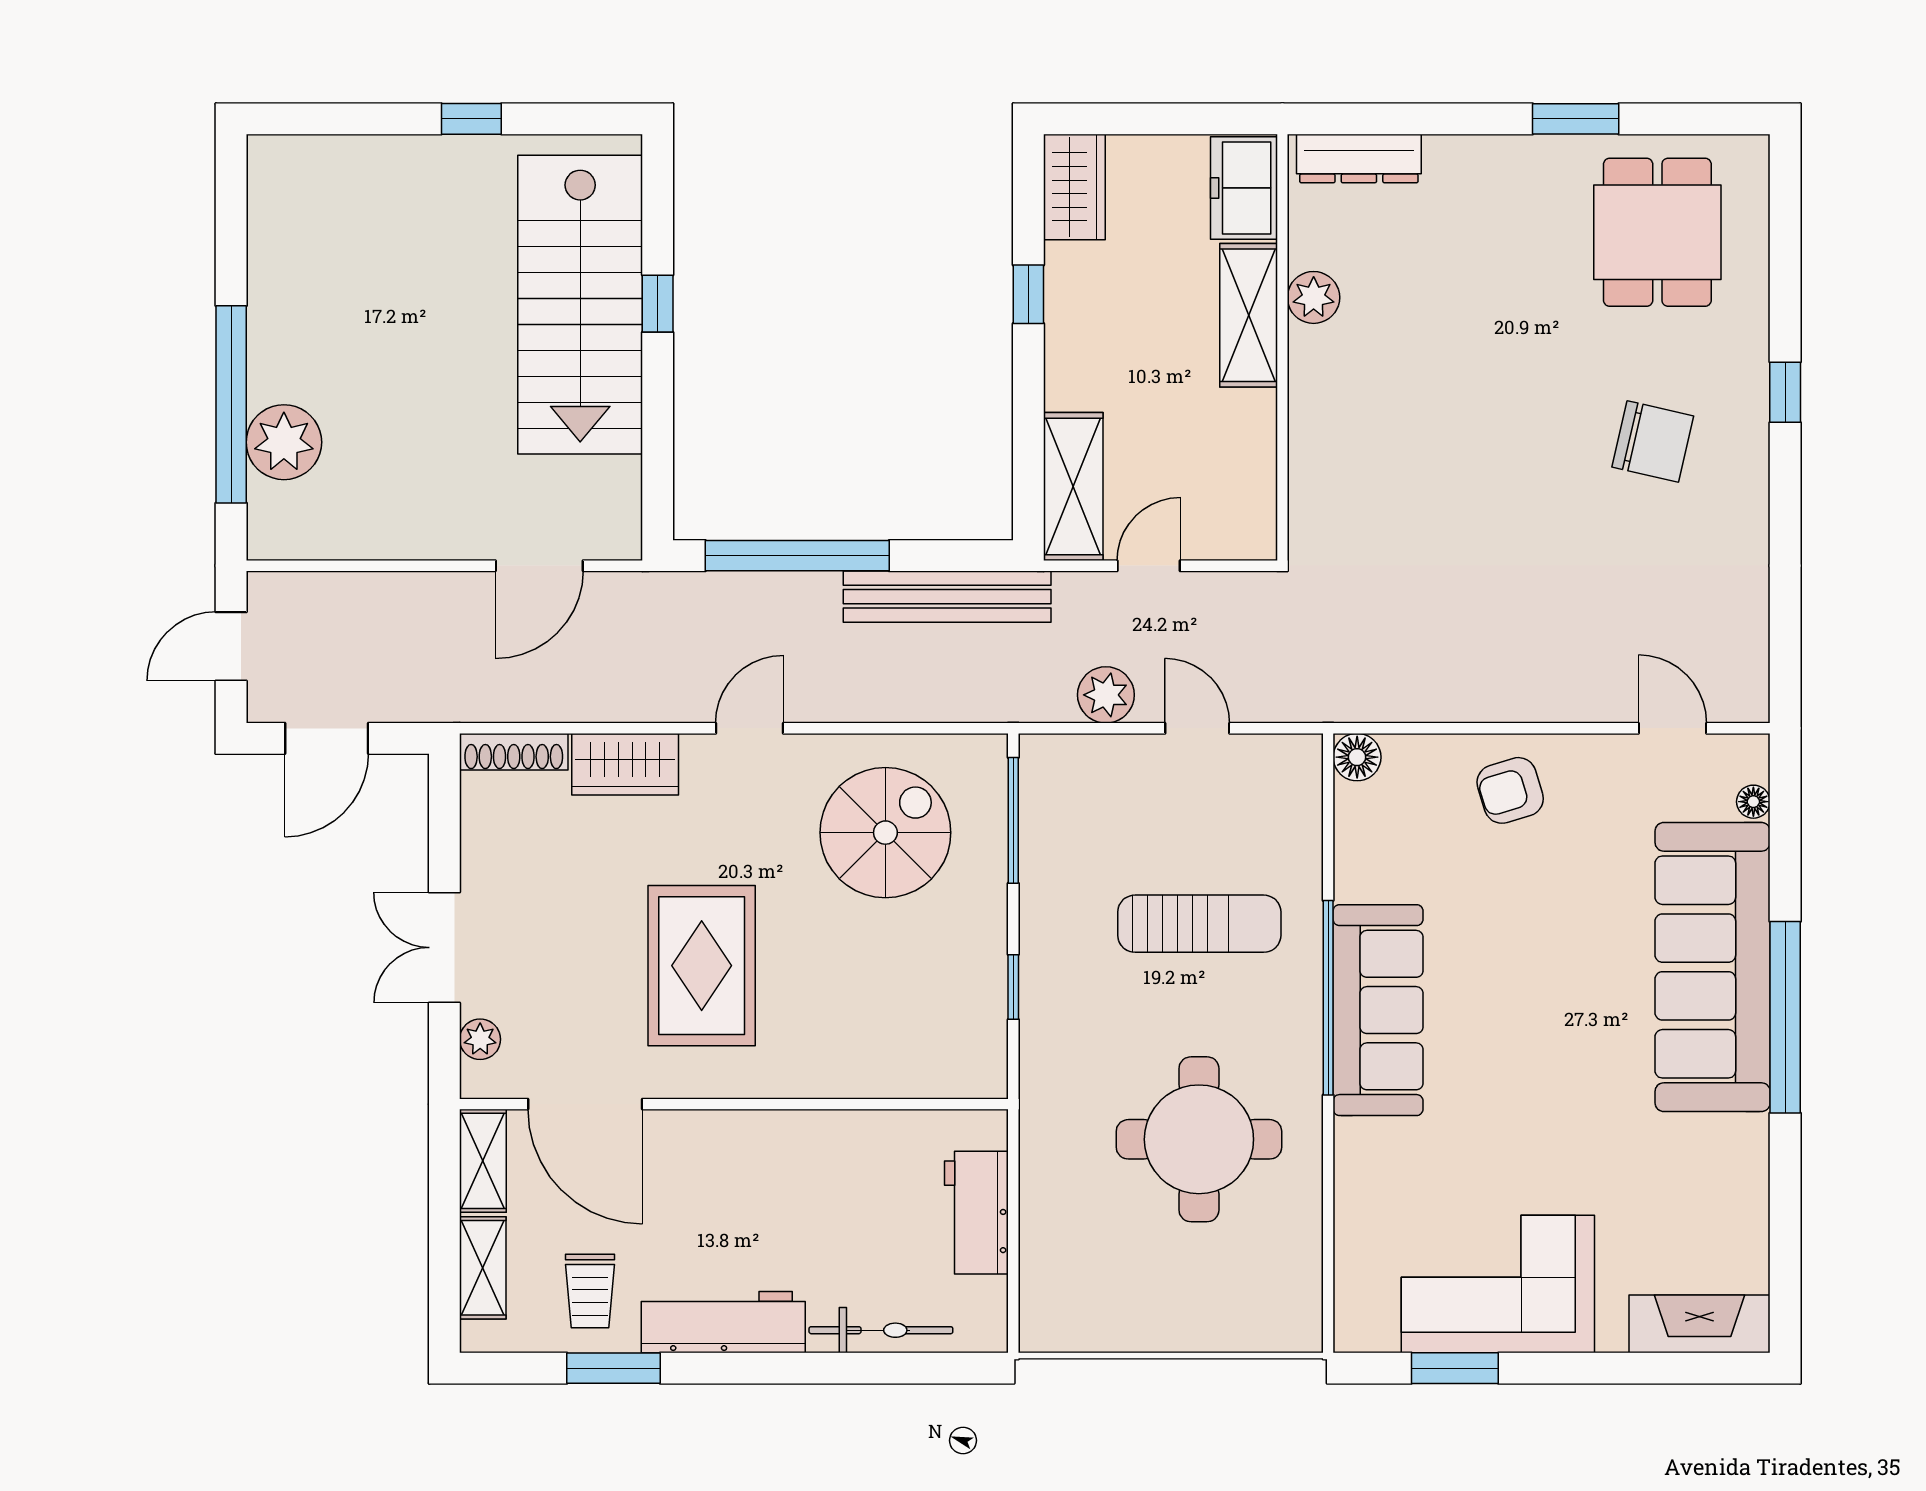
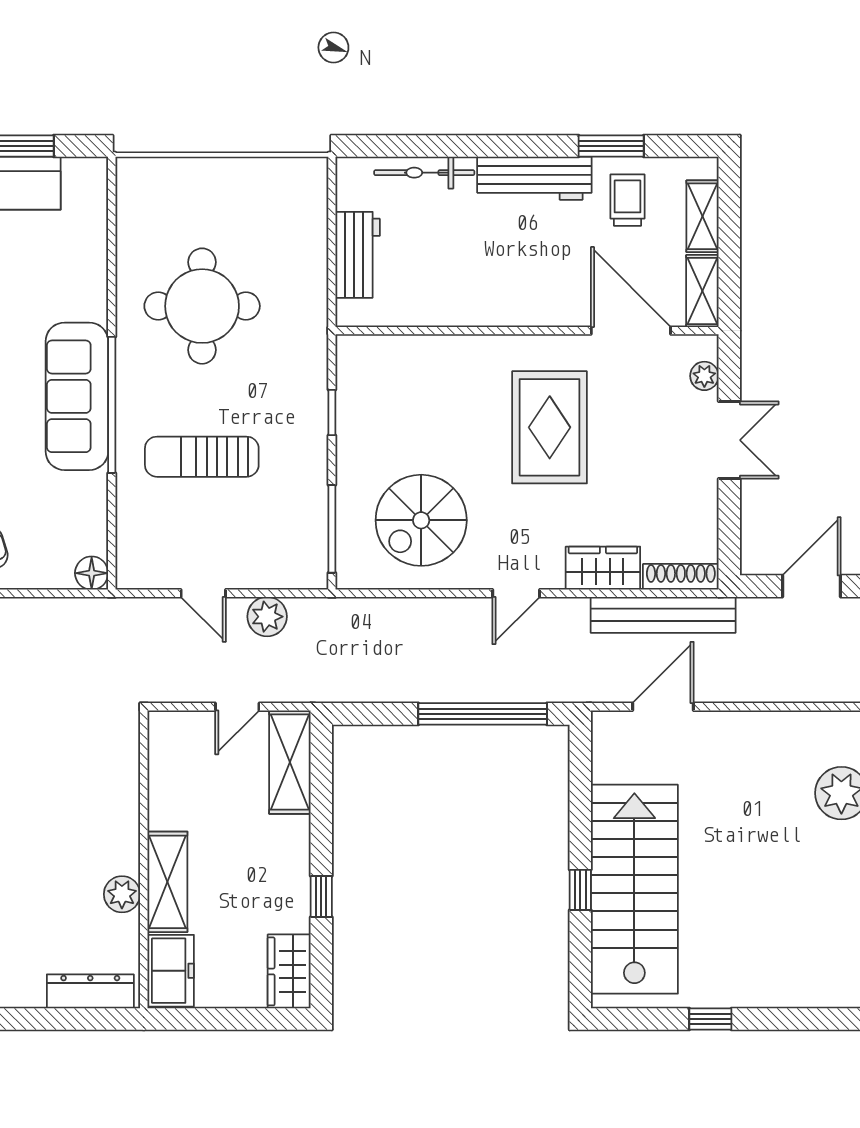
bench: (947, 597) -> (663, 615), moved

